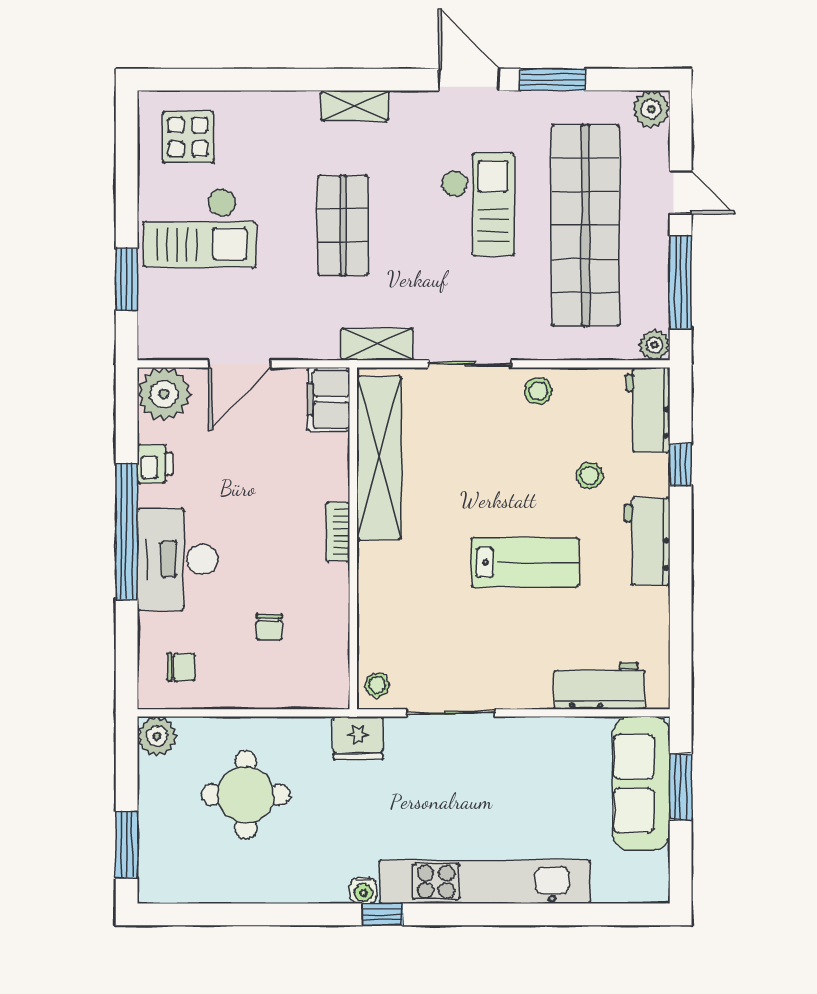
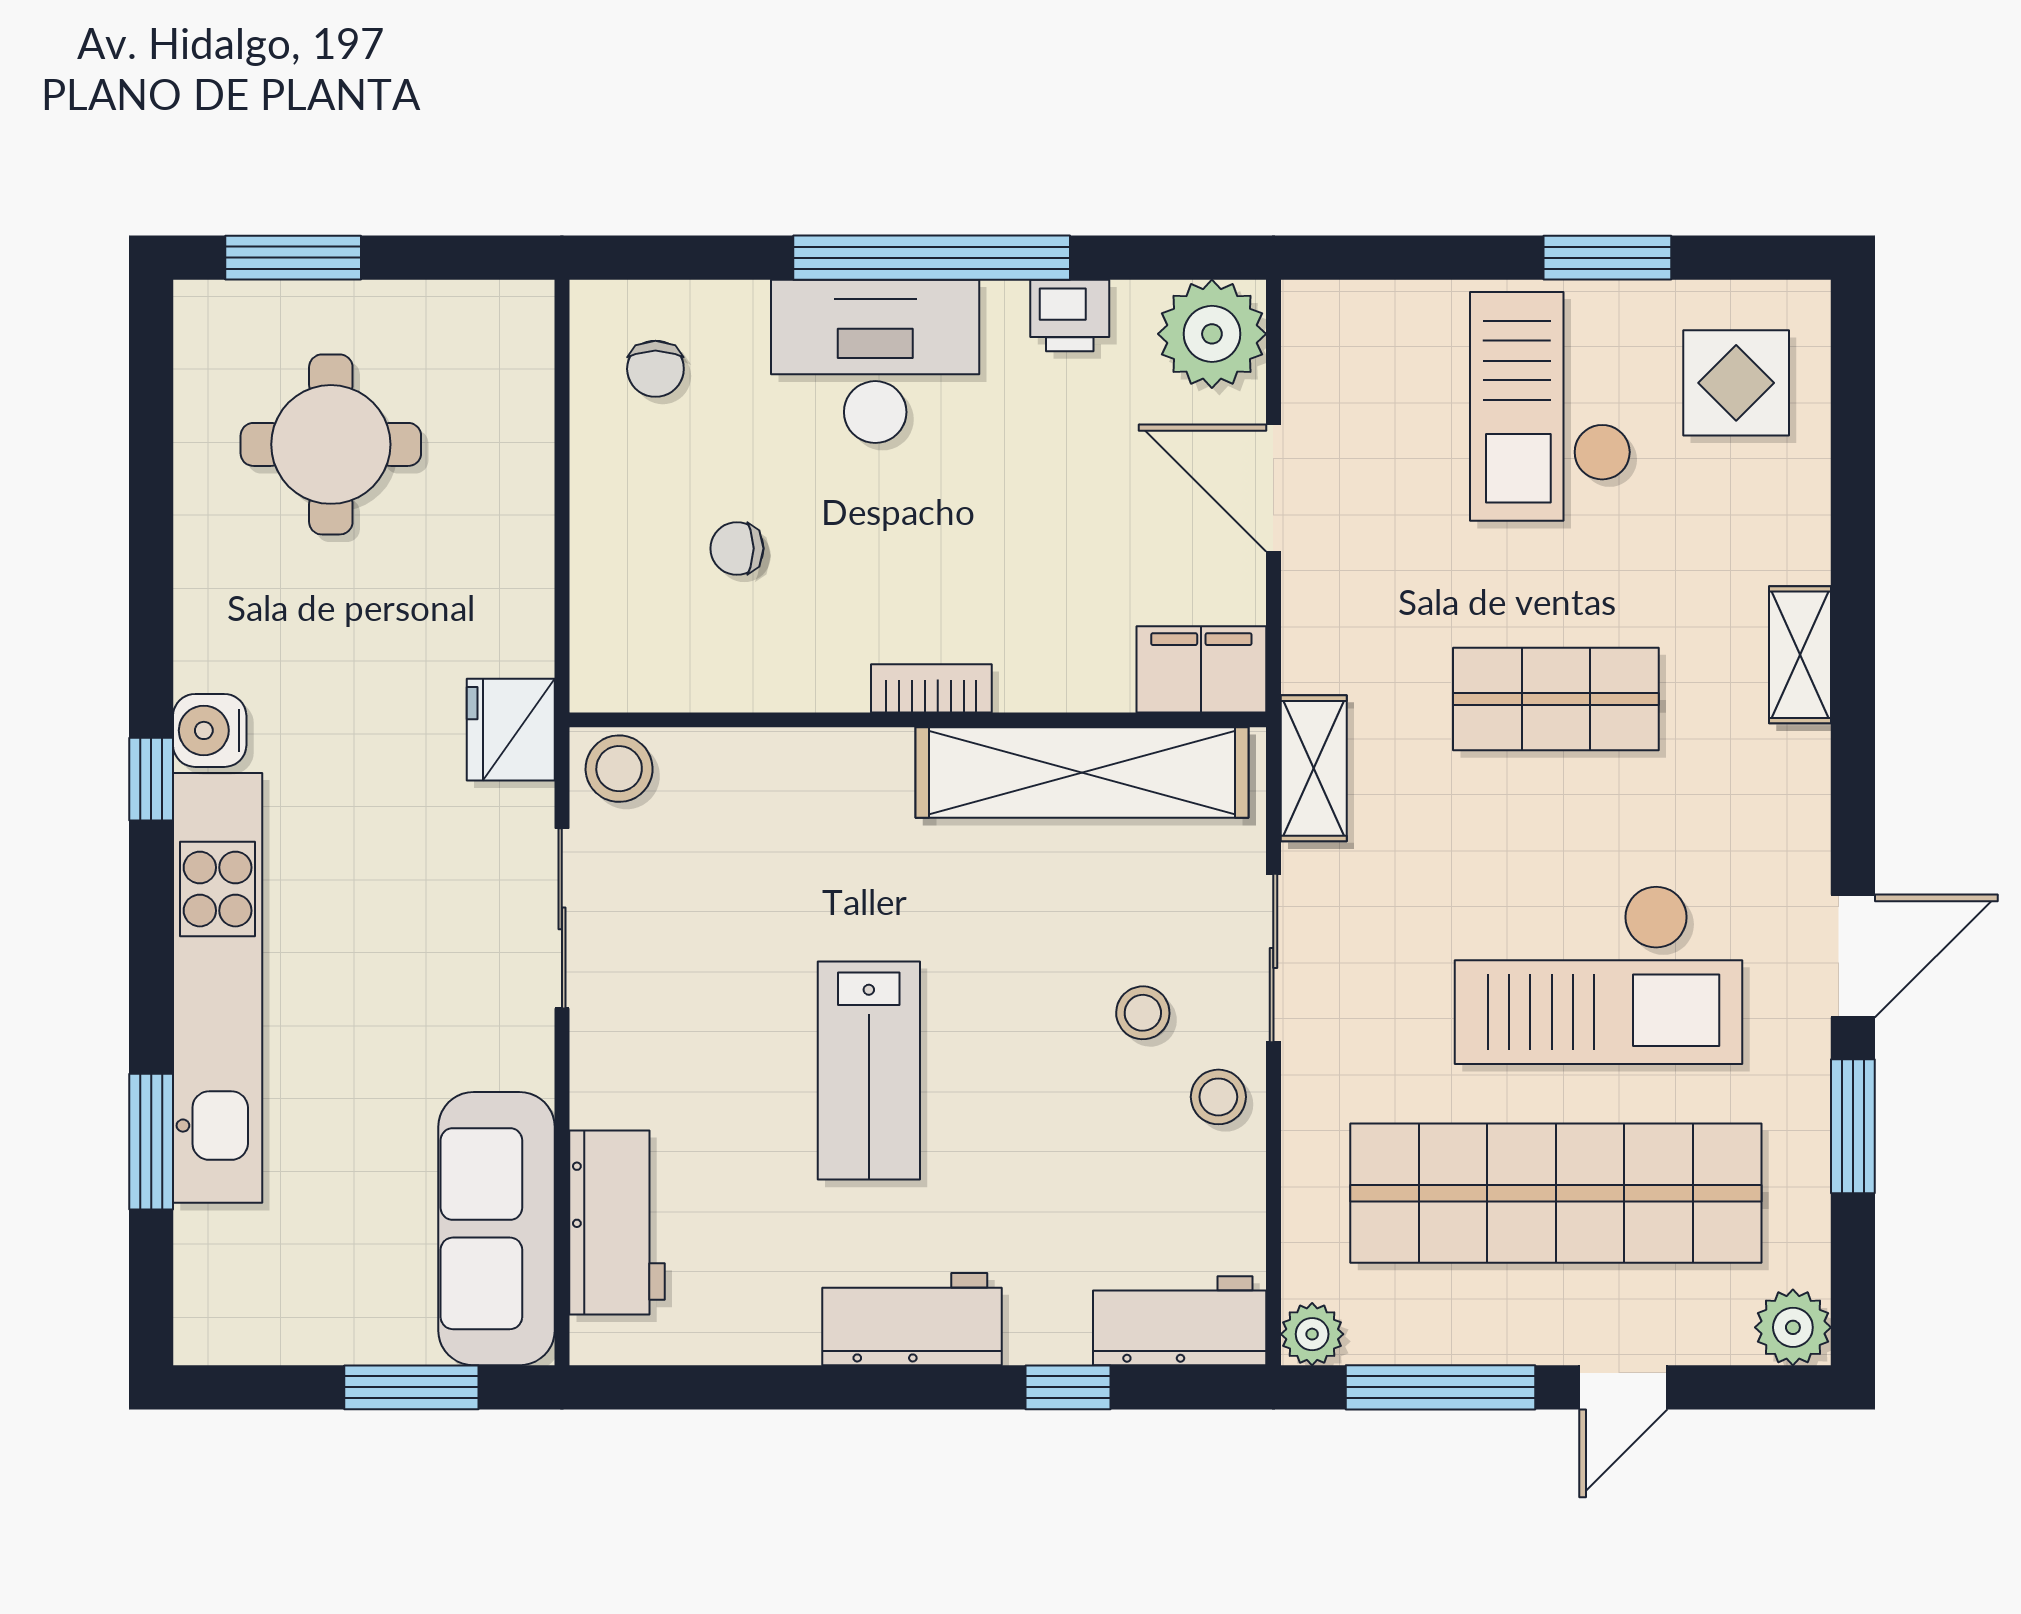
shelving: (355, 106) -> (1800, 655), moved
checkout: (478, 204) -> (1599, 974), width x1.36, depth x1.21
window: (127, 279) -> (1607, 258), moved
stool: (590, 476) -> (1143, 1013), moved
stool: (377, 685) -> (619, 769), width x1.37, depth x1.37
plant: (157, 736) -> (515, 320), removed
sofa: (641, 784) -> (496, 1229), moved, turned -90
round table: (246, 795) -> (331, 444), moved
water cooler: (363, 891) -> (210, 730), width x1.38, depth x1.38
window: (560, 914) -> (151, 1142), added

